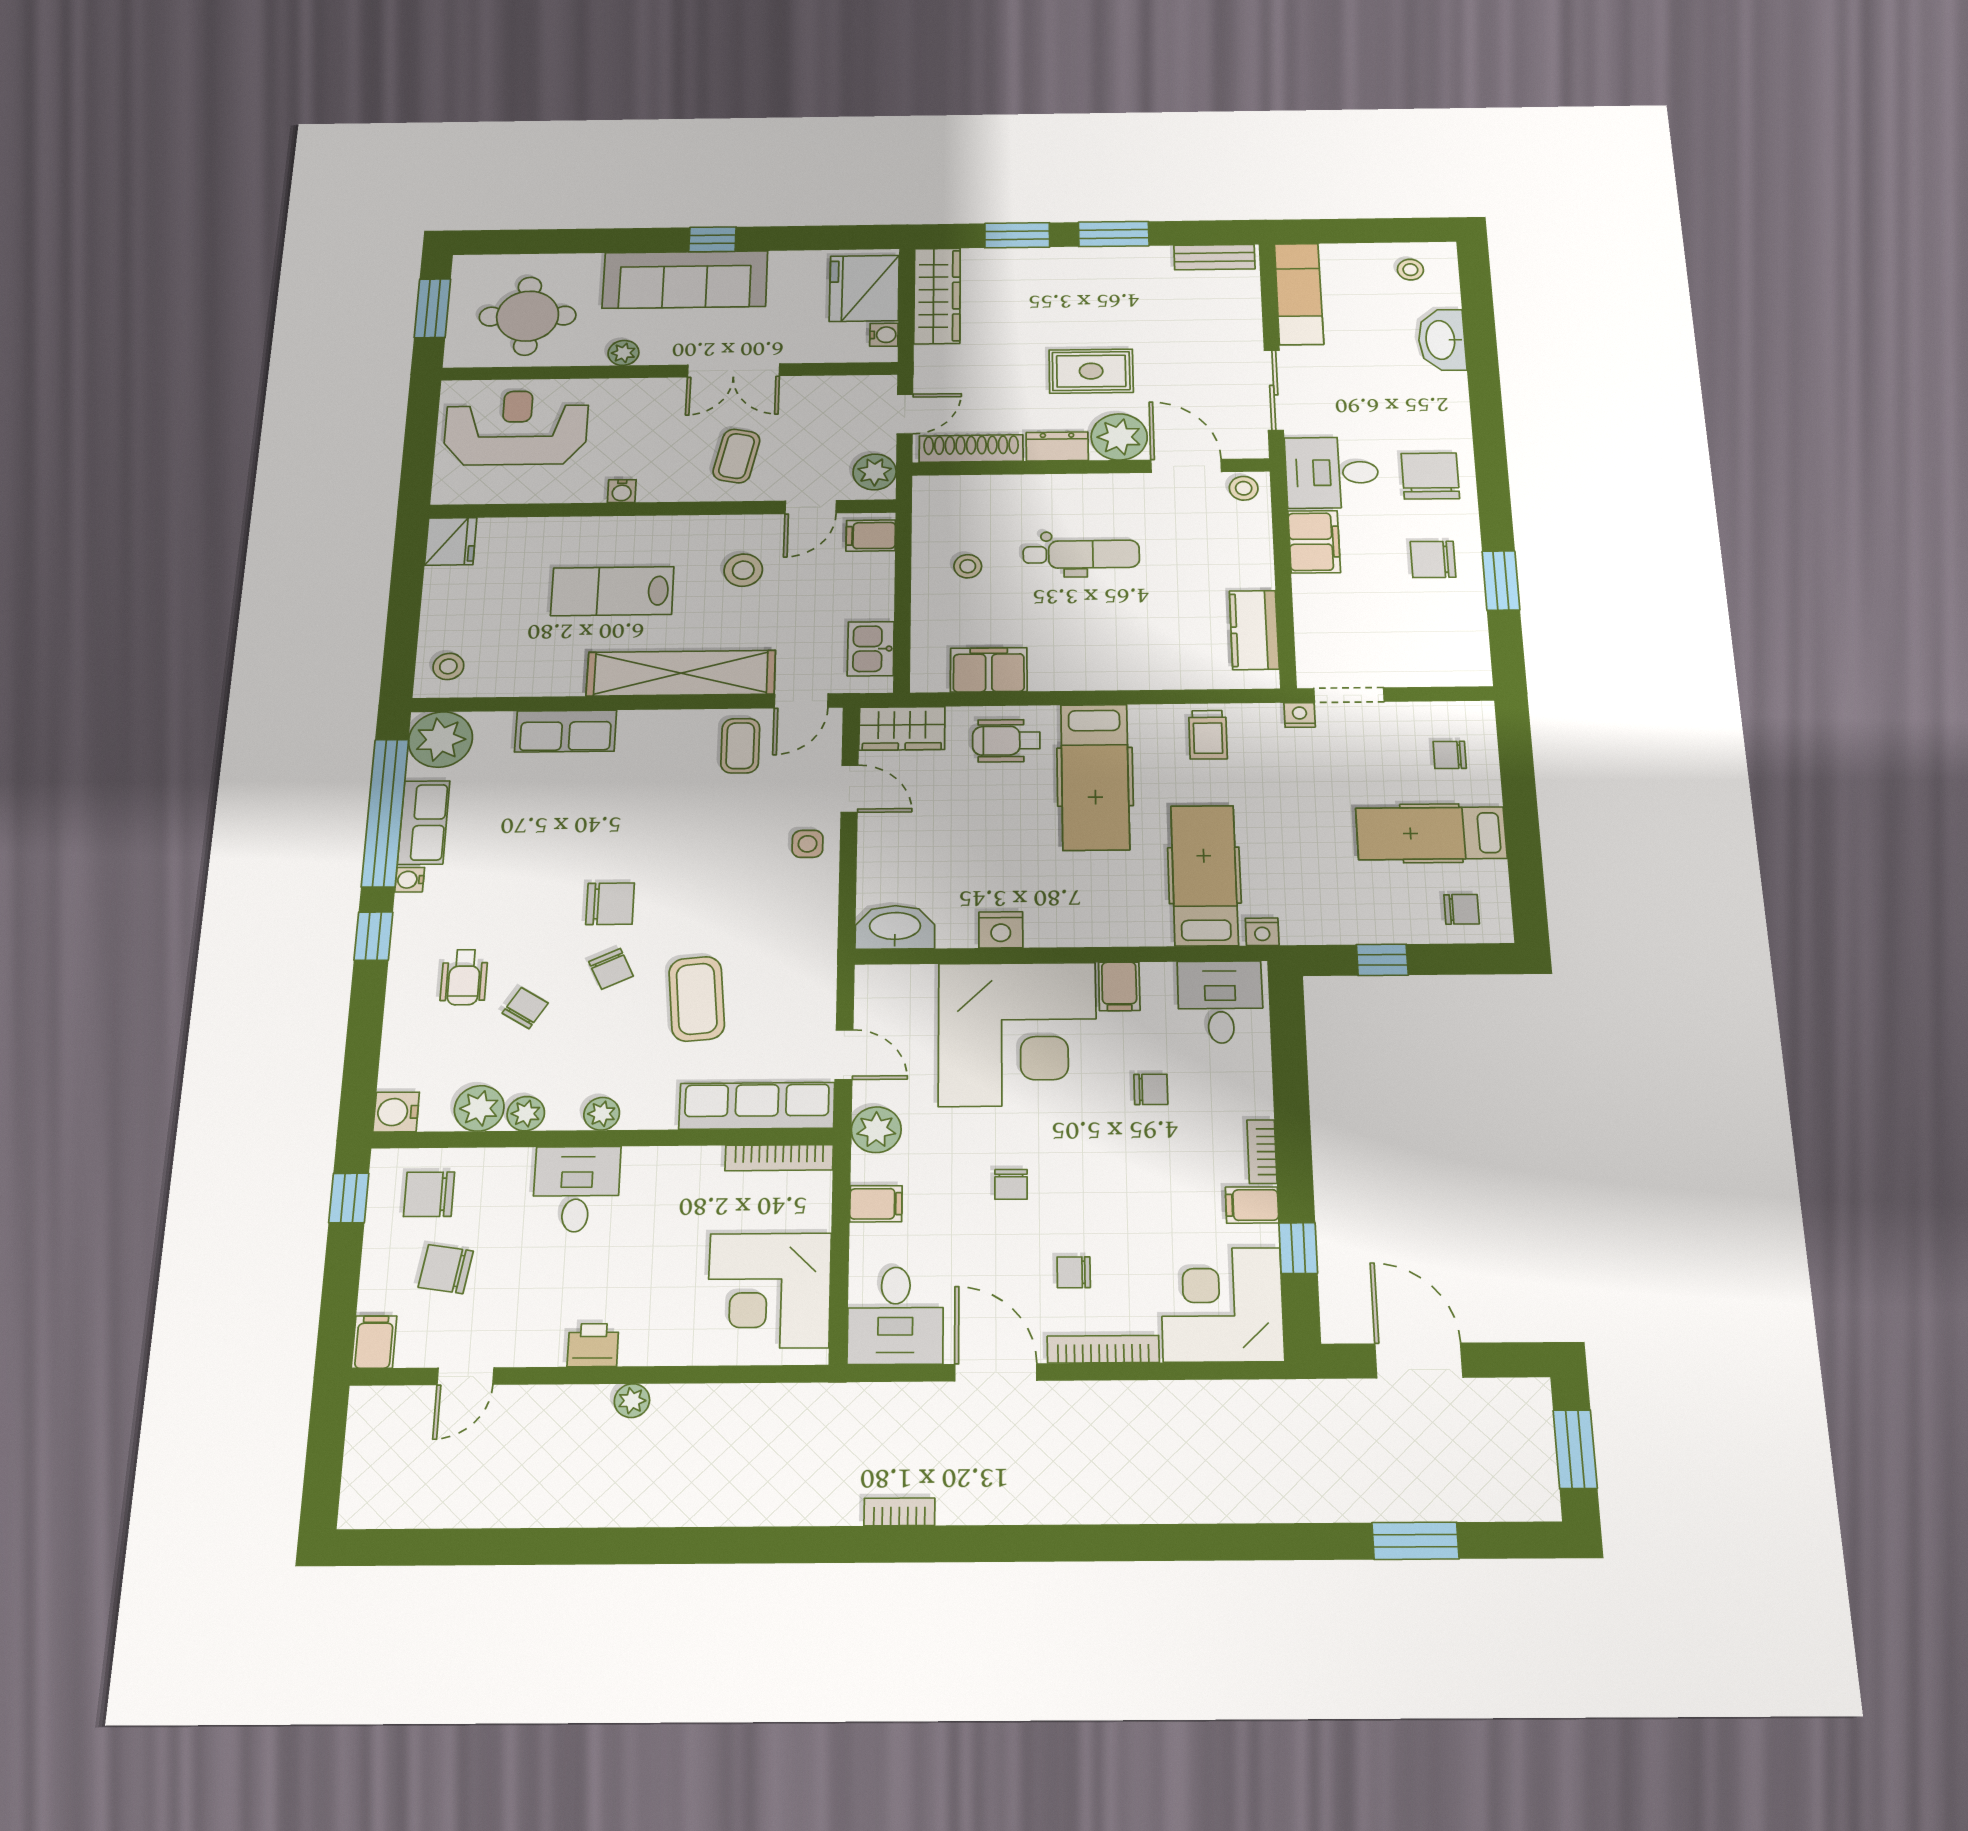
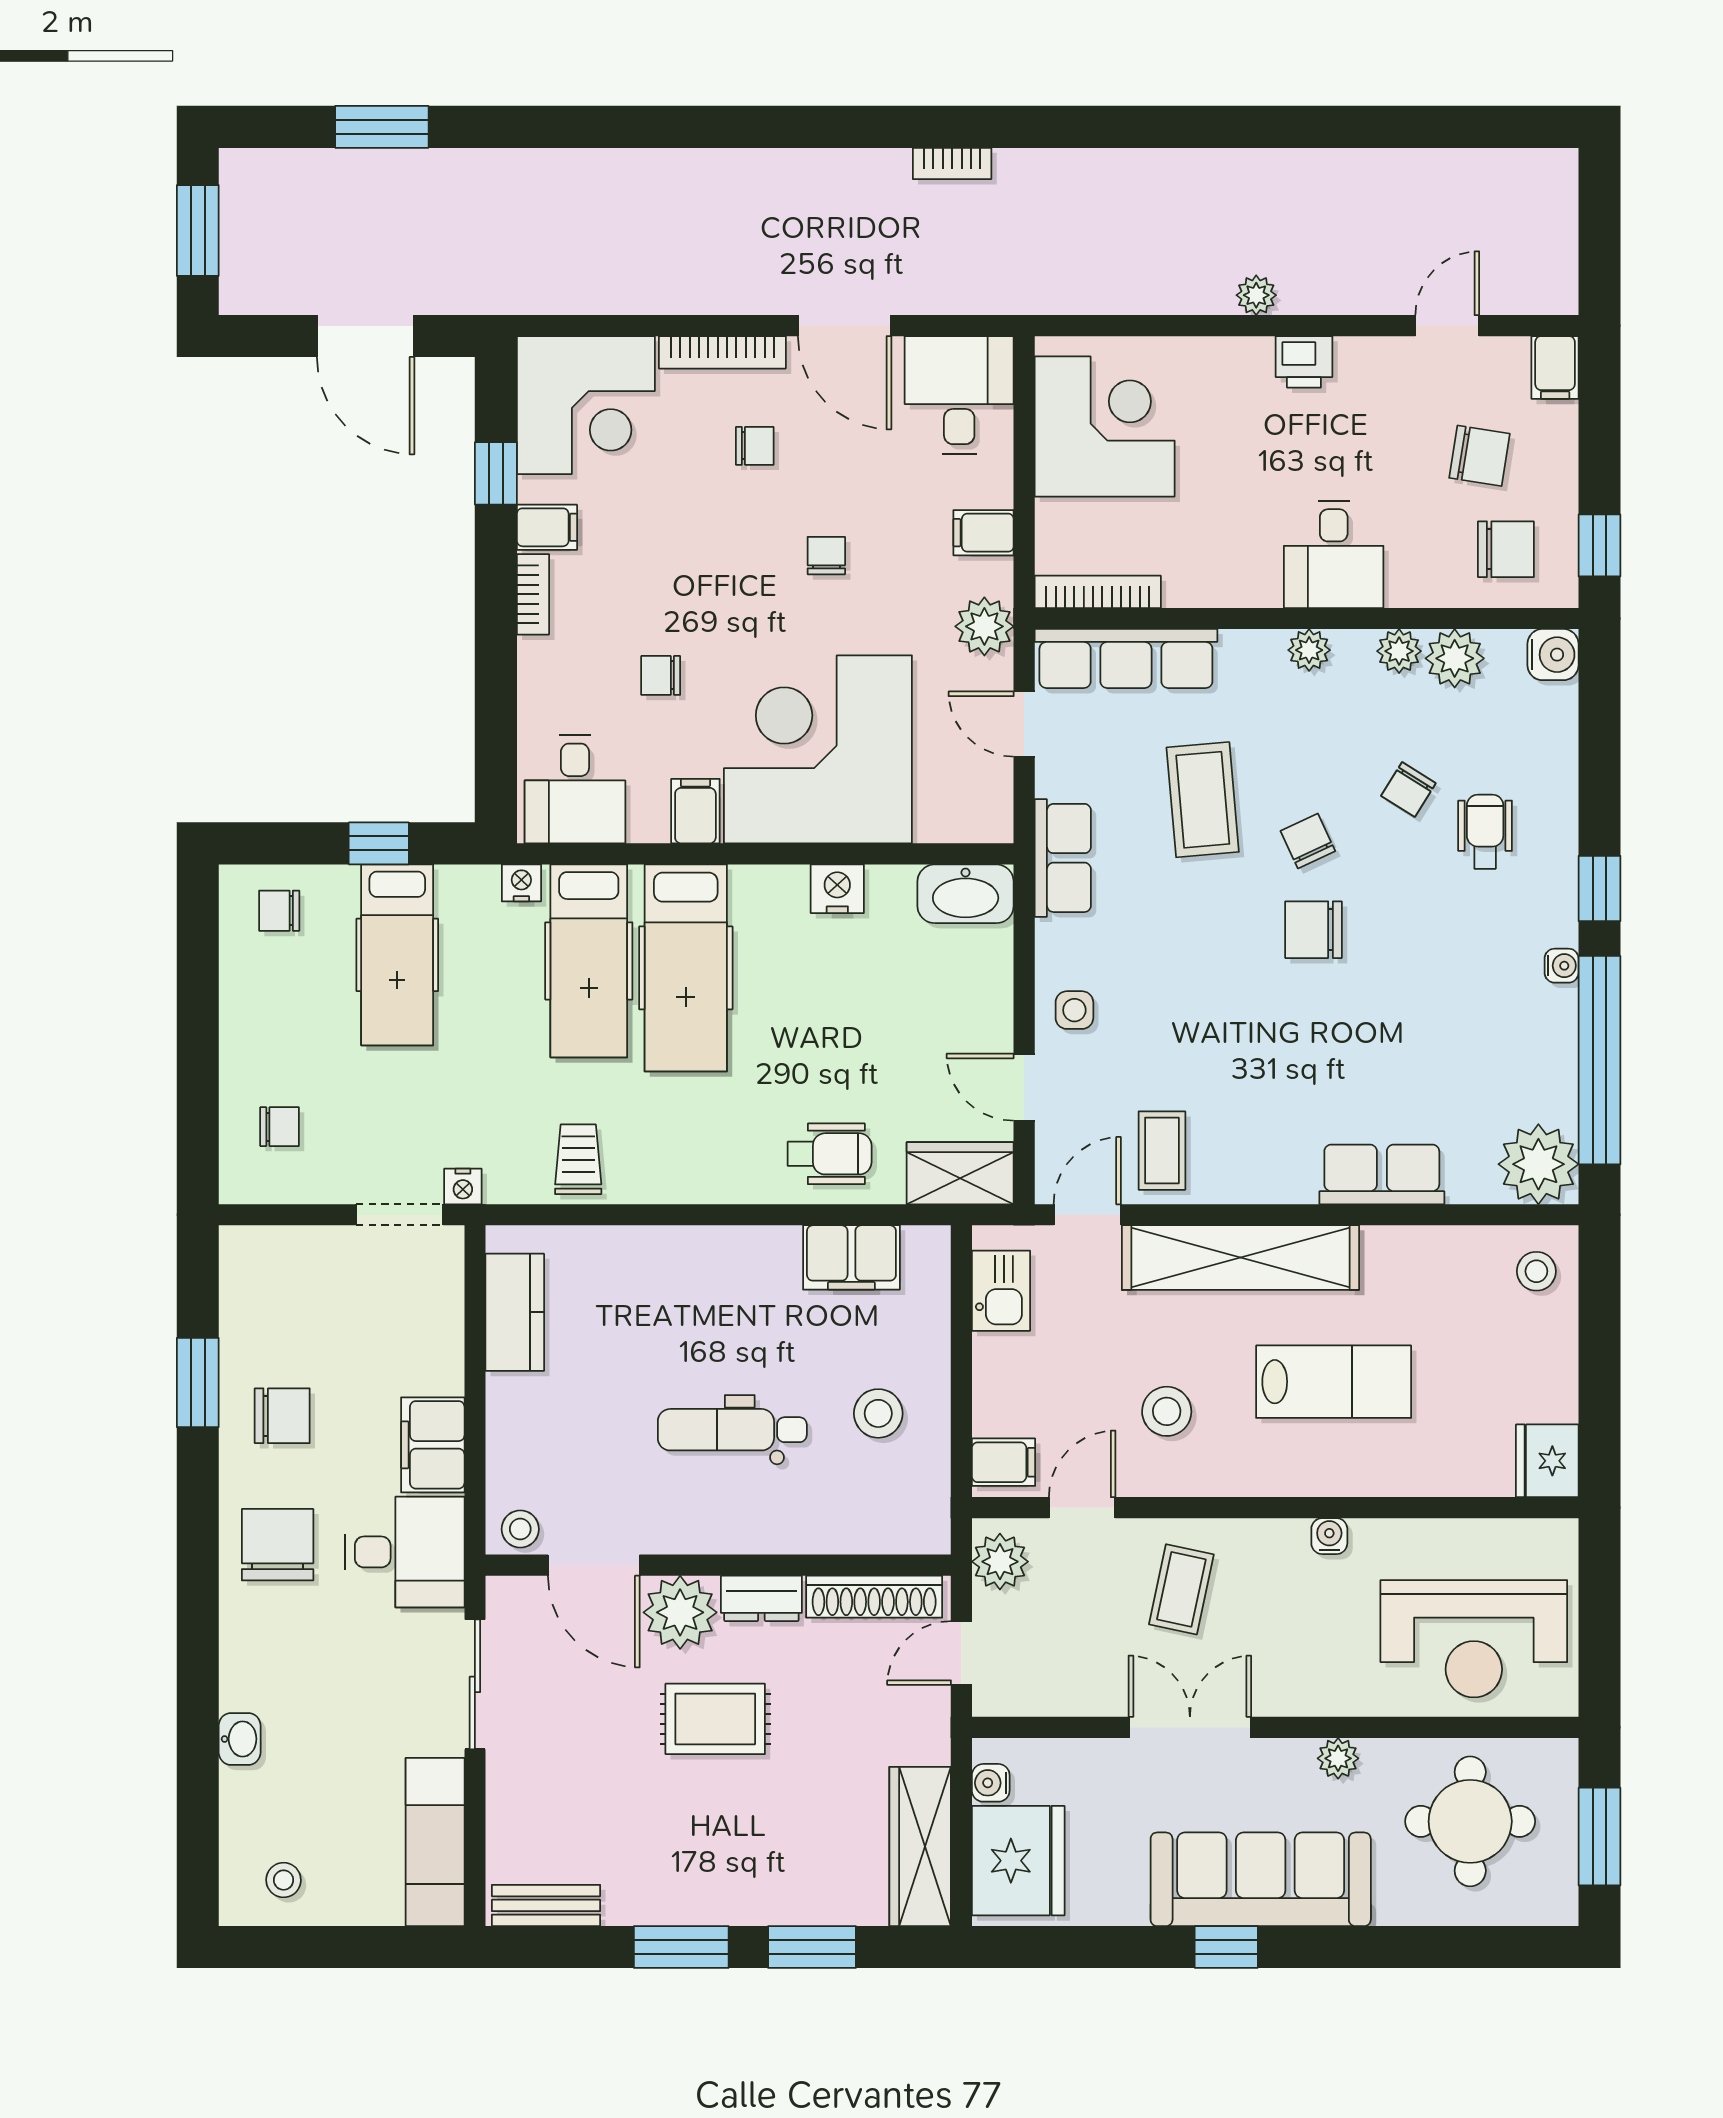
washbasin: (1442, 340) -> (240, 1739), width x0.52, depth x0.69
chair: (1430, 476) -> (278, 1545), turned 180
stool: (968, 566) -> (878, 1413), width x1.37, depth x1.37
hospital bed: (1095, 777) -> (686, 968), moved, turned 180
row of seats: (424, 822) -> (1063, 858), moved, turned 180
hospital bed: (1431, 833) -> (397, 955), moved, turned 90

